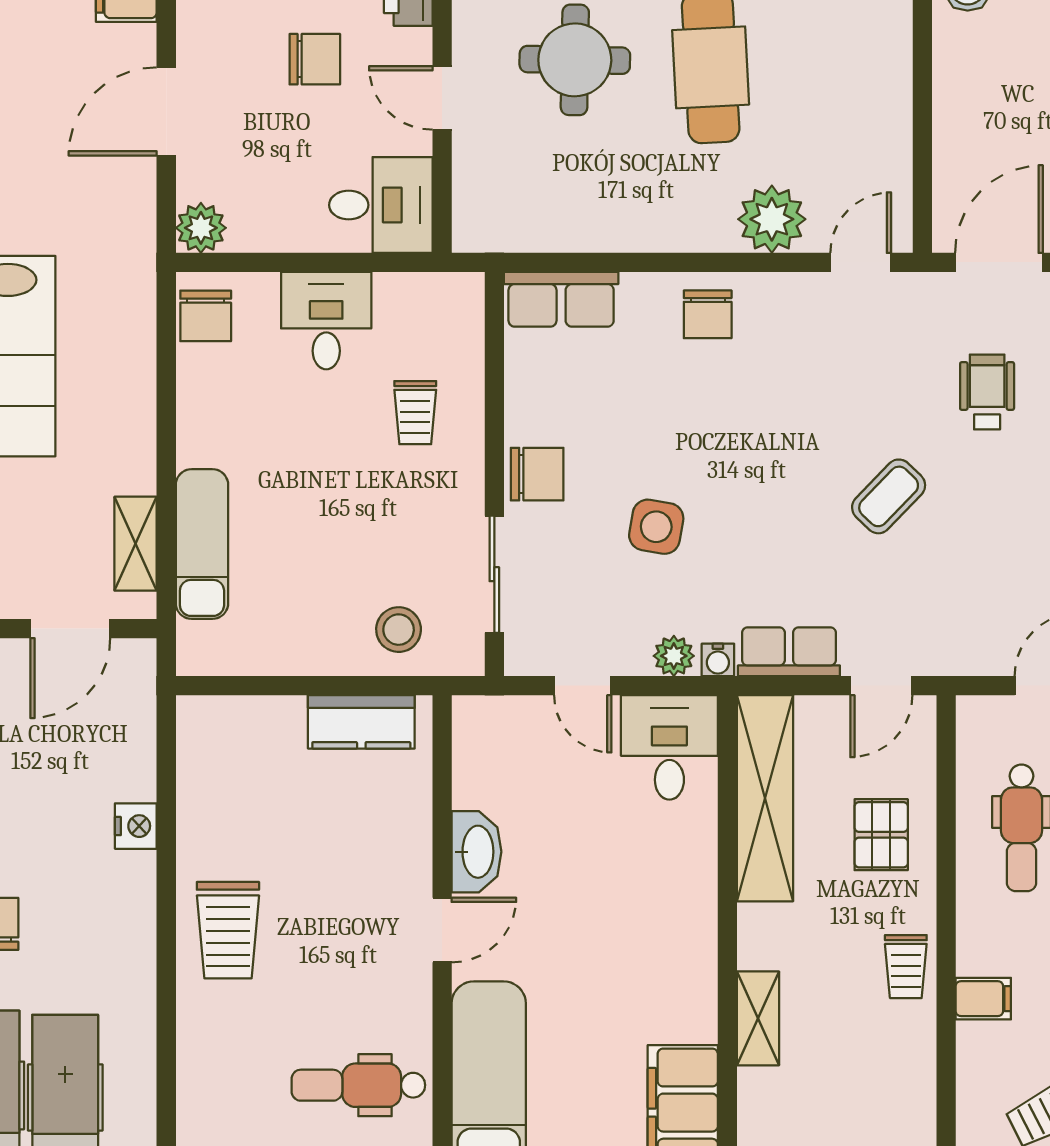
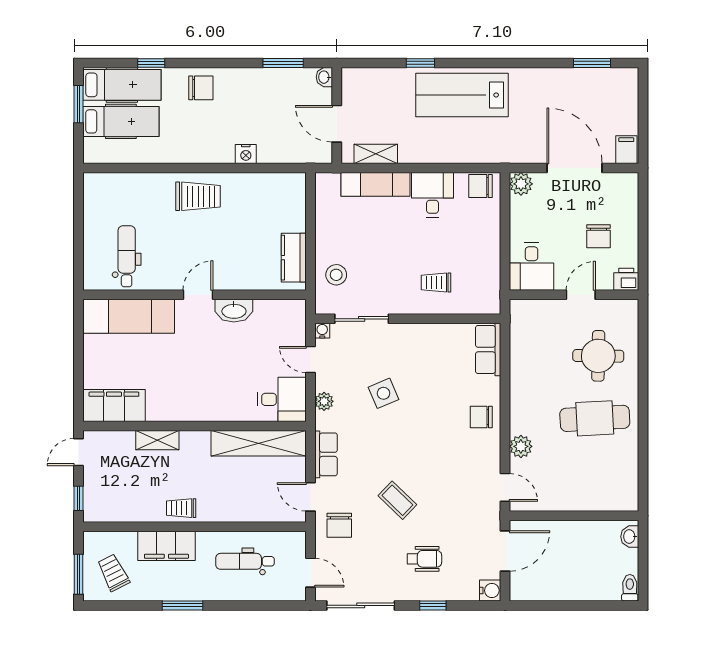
door: (166, 111) -> (575, 168), width x1.36
plant: (772, 219) -> (521, 446), width x0.73, depth x0.73
door: (999, 262) -> (505, 551), hinge flipped
desk: (326, 321) -> (432, 195), moved, turned -90
wheelchair: (987, 392) -> (424, 559), moved
chair: (537, 474) -> (339, 525), moved
side table: (656, 527) -> (383, 393), turned -33
water cooler: (718, 660) -> (322, 331), moved, turned 90
door: (583, 686) -> (310, 360), hinge flipped
pallet: (881, 835) -> (242, 497), removed
trolley: (228, 930) -> (198, 196), turned 180
door: (442, 930) -> (198, 295), swing flipped
filing cabinet: (983, 999) -> (166, 546), width x3.00, depth x1.17

